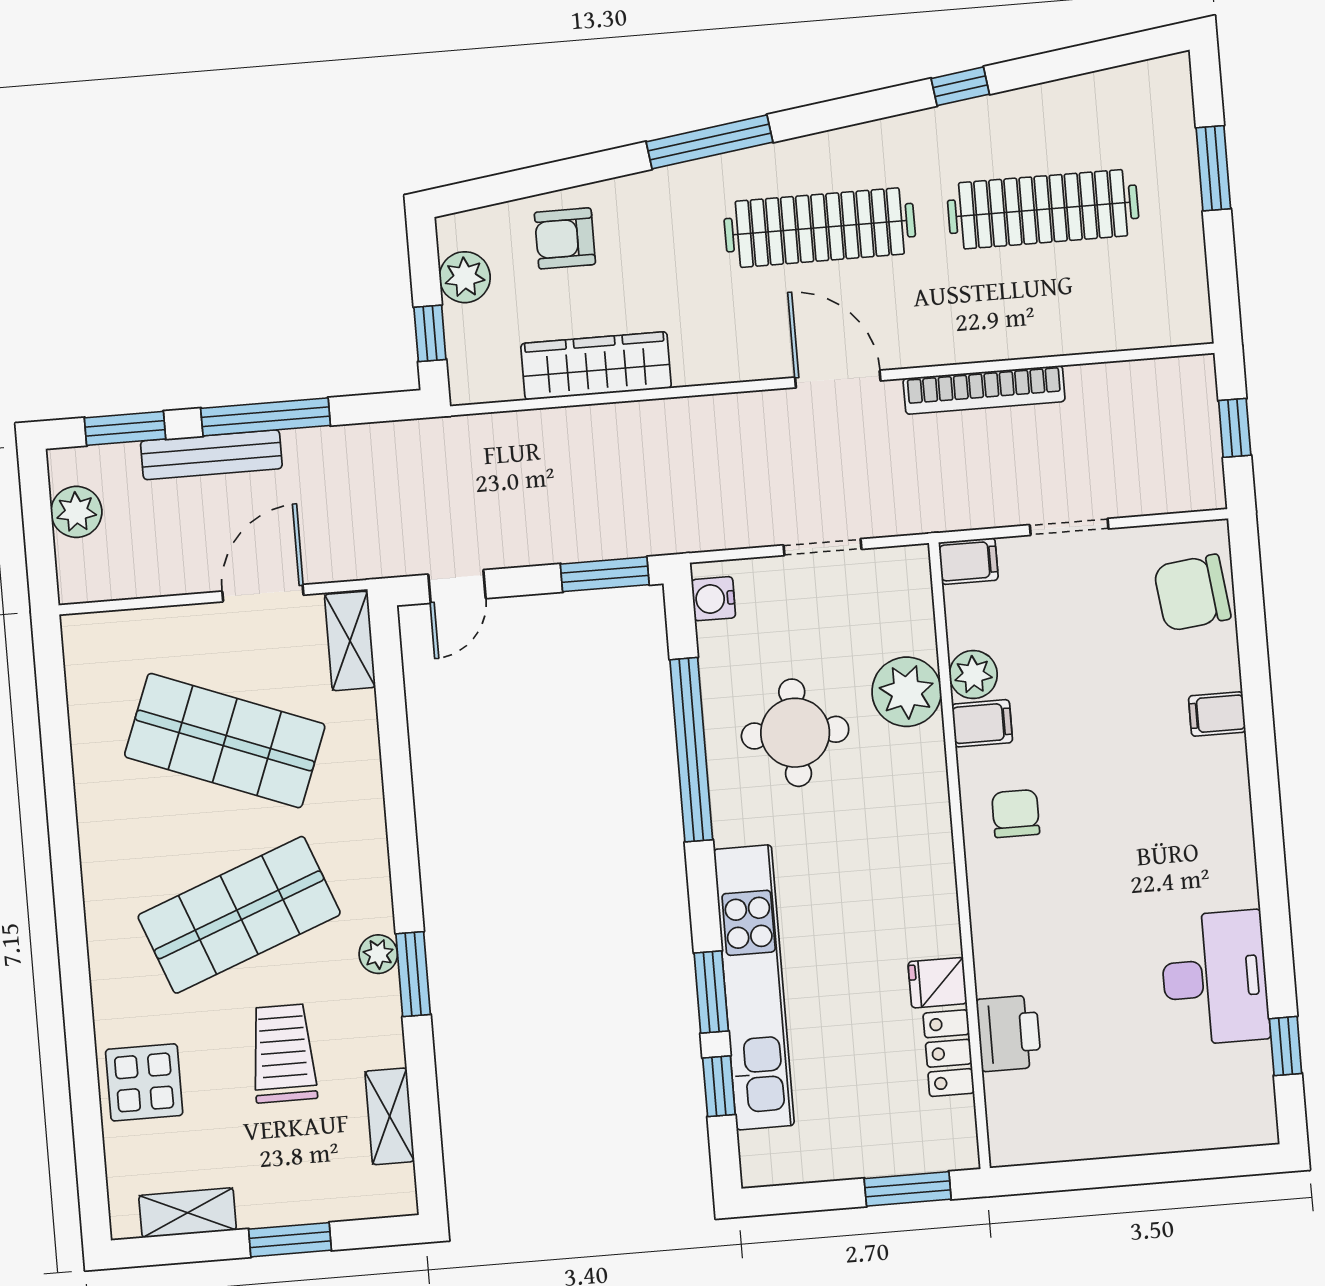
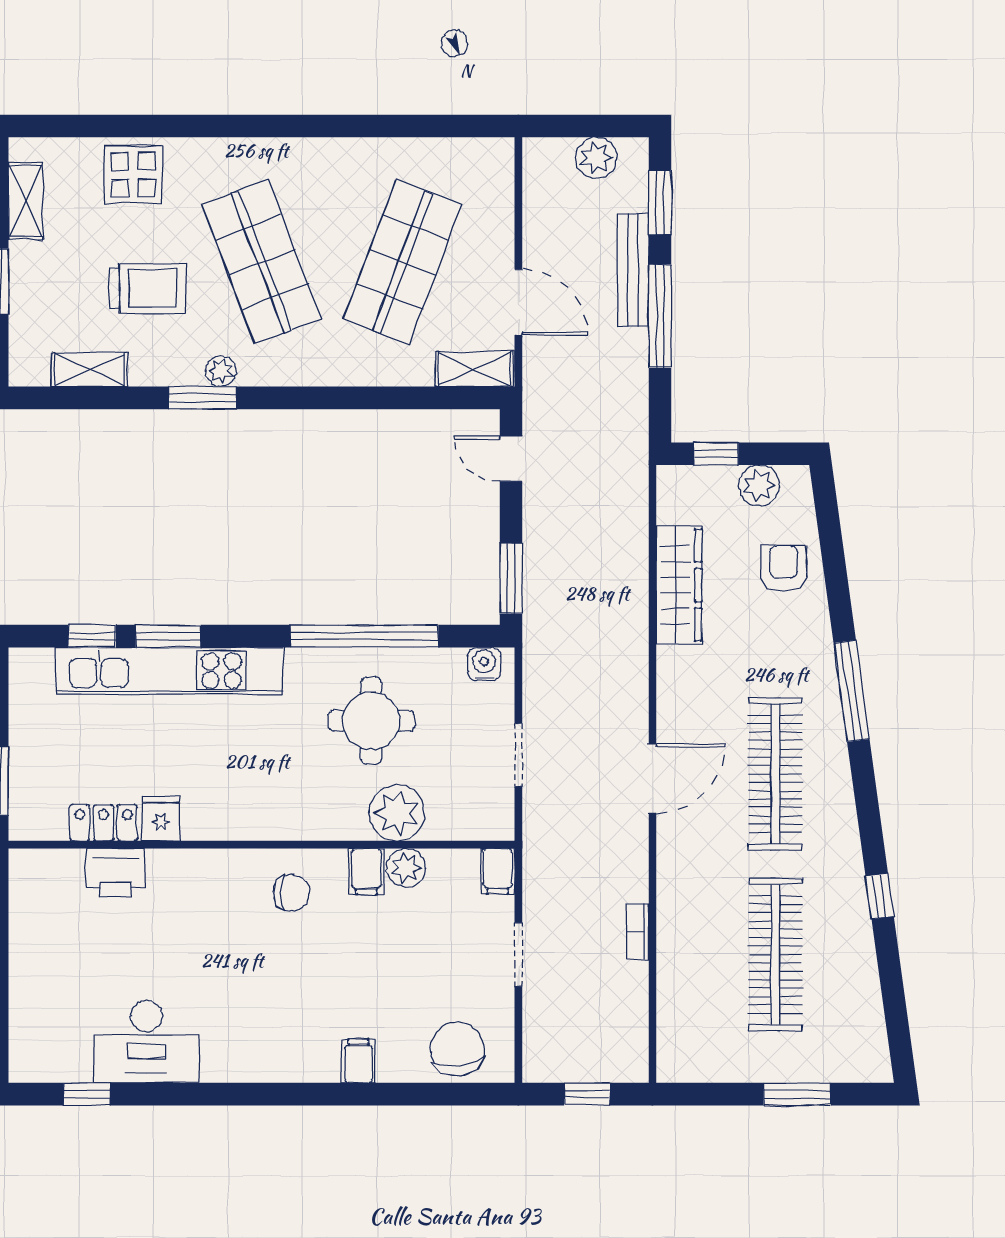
bookcase: (984, 390) -> (638, 932), width x0.43, depth x0.76

